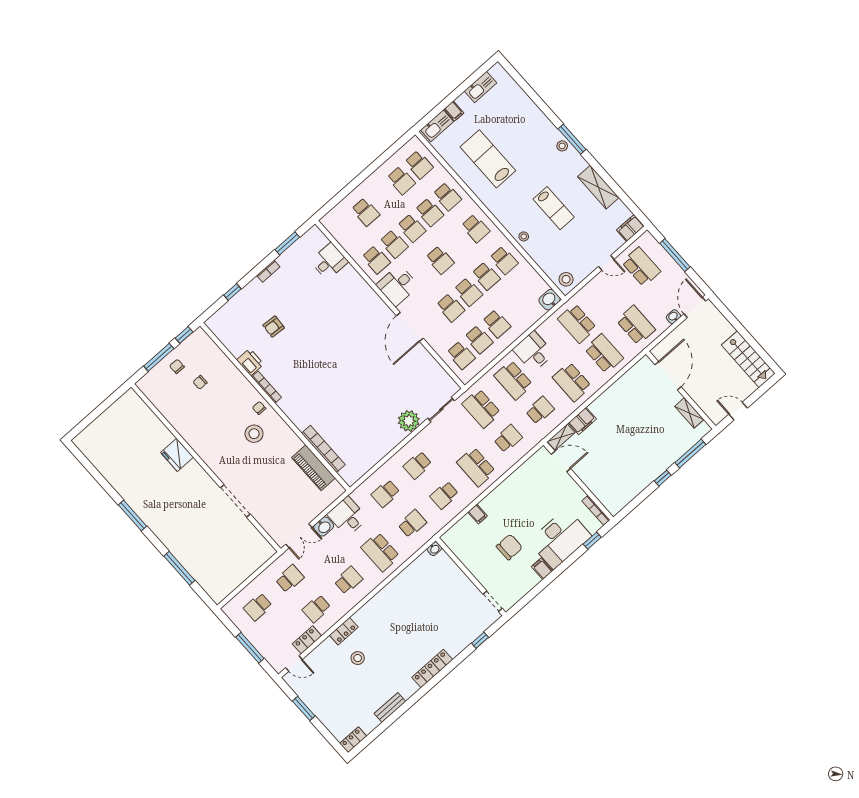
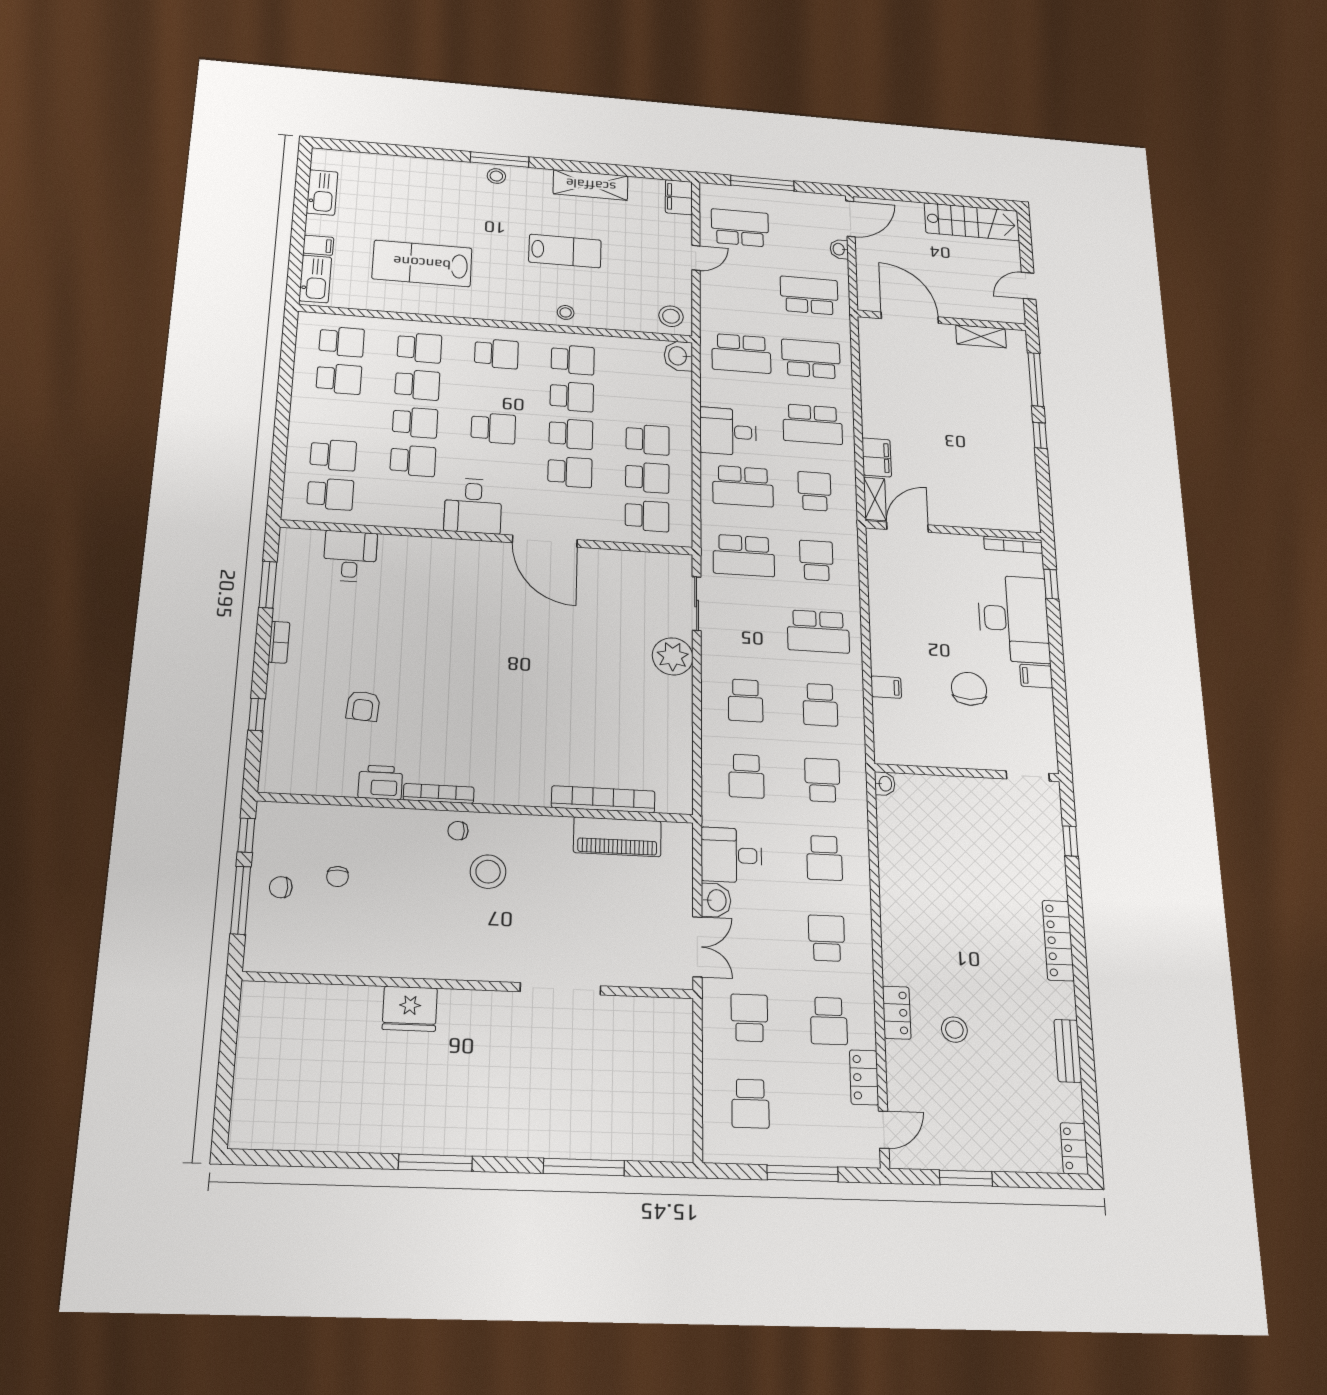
school desk: (376, 260) -> (330, 494), moved
door: (695, 307) -> (850, 219), swing flipped
school desk: (380, 552) -> (824, 858), width x0.54

